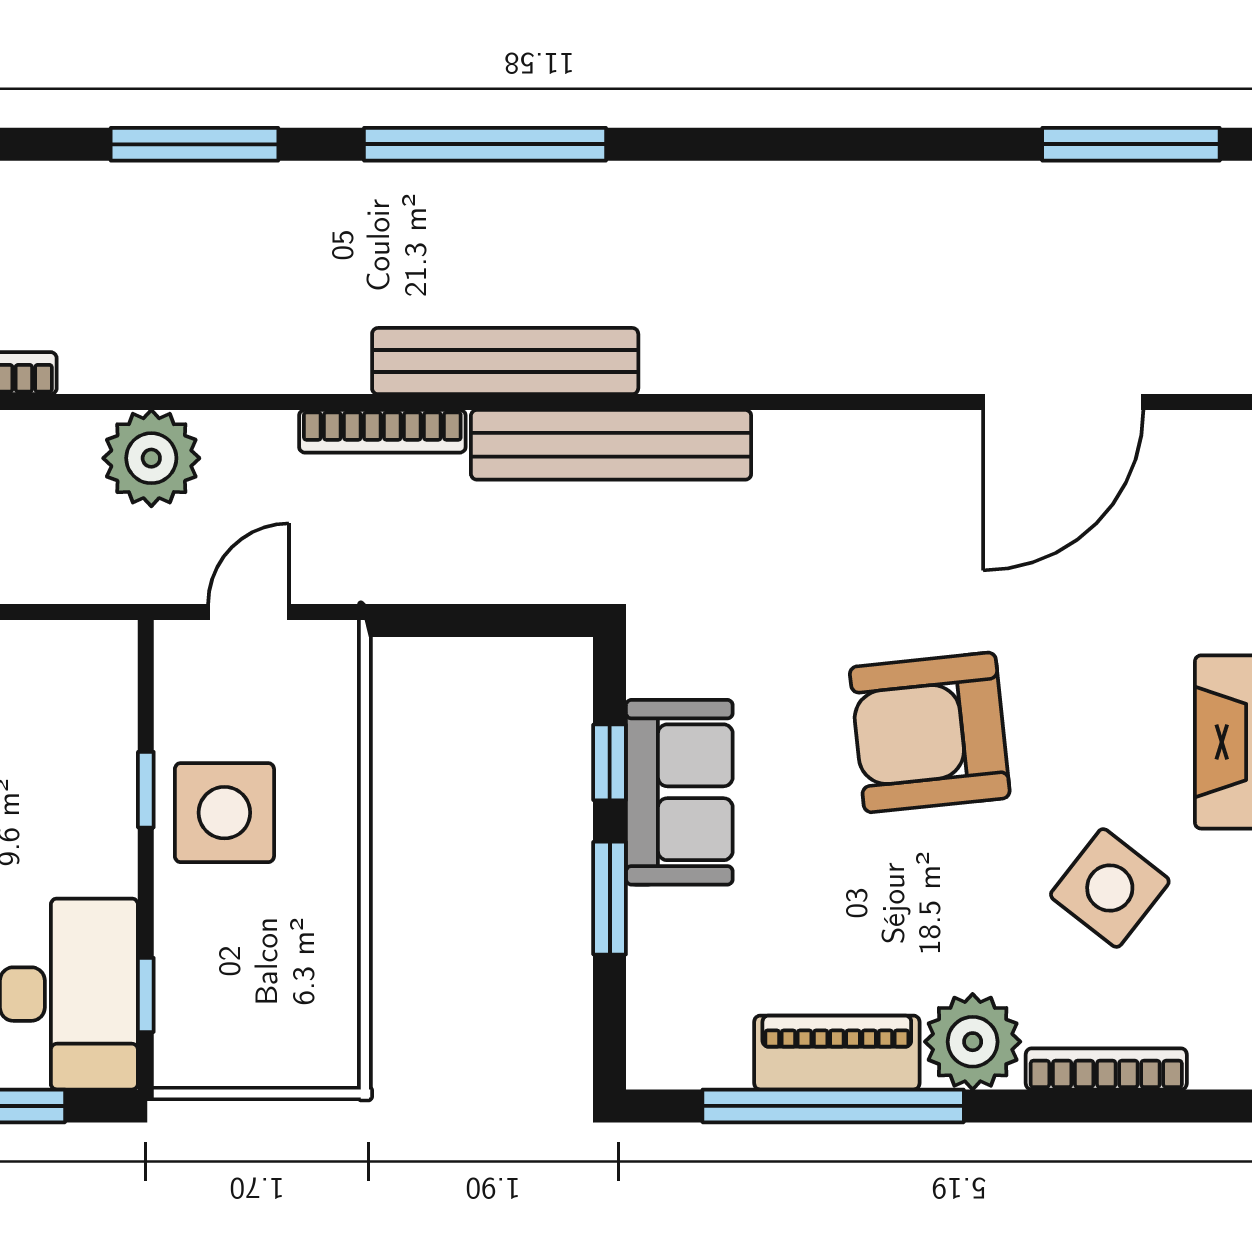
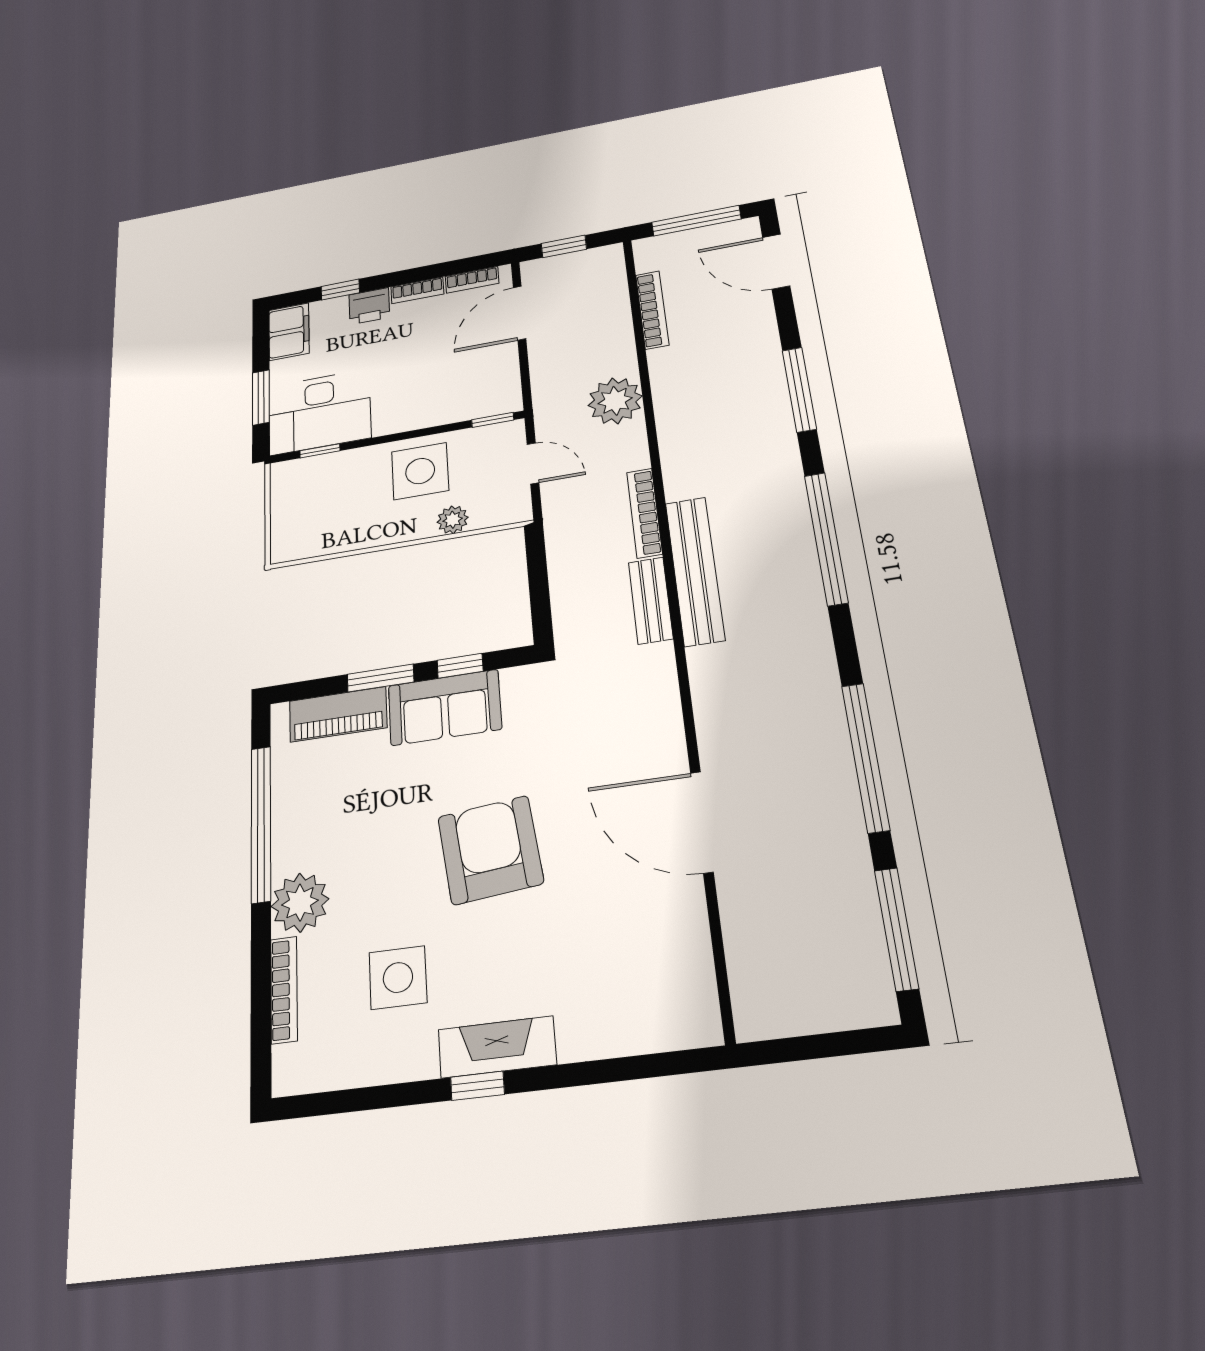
window: (865, 144) -> (865, 757), added
door: (1063, 402) -> (702, 822), moved
bench: (611, 445) -> (651, 600), width x0.54, depth x0.82
plant: (333, 760) -> (453, 520), added
window: (146, 790) -> (493, 420), moved
side table: (1110, 888) -> (398, 978), turned -38
piano: (837, 1053) -> (338, 714), moved, turned 90

